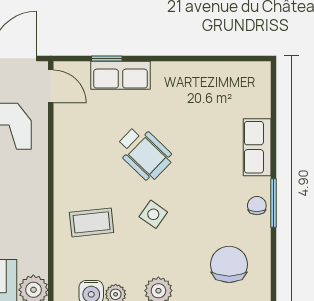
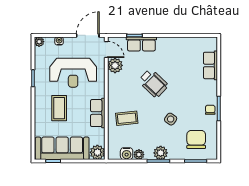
plant: (68, 118) -> (115, 65), added
row of seats: (257, 147) -> (210, 65), moved
row of seats: (34, 212) -> (98, 113), added
side table: (153, 214) -> (171, 119), moved

